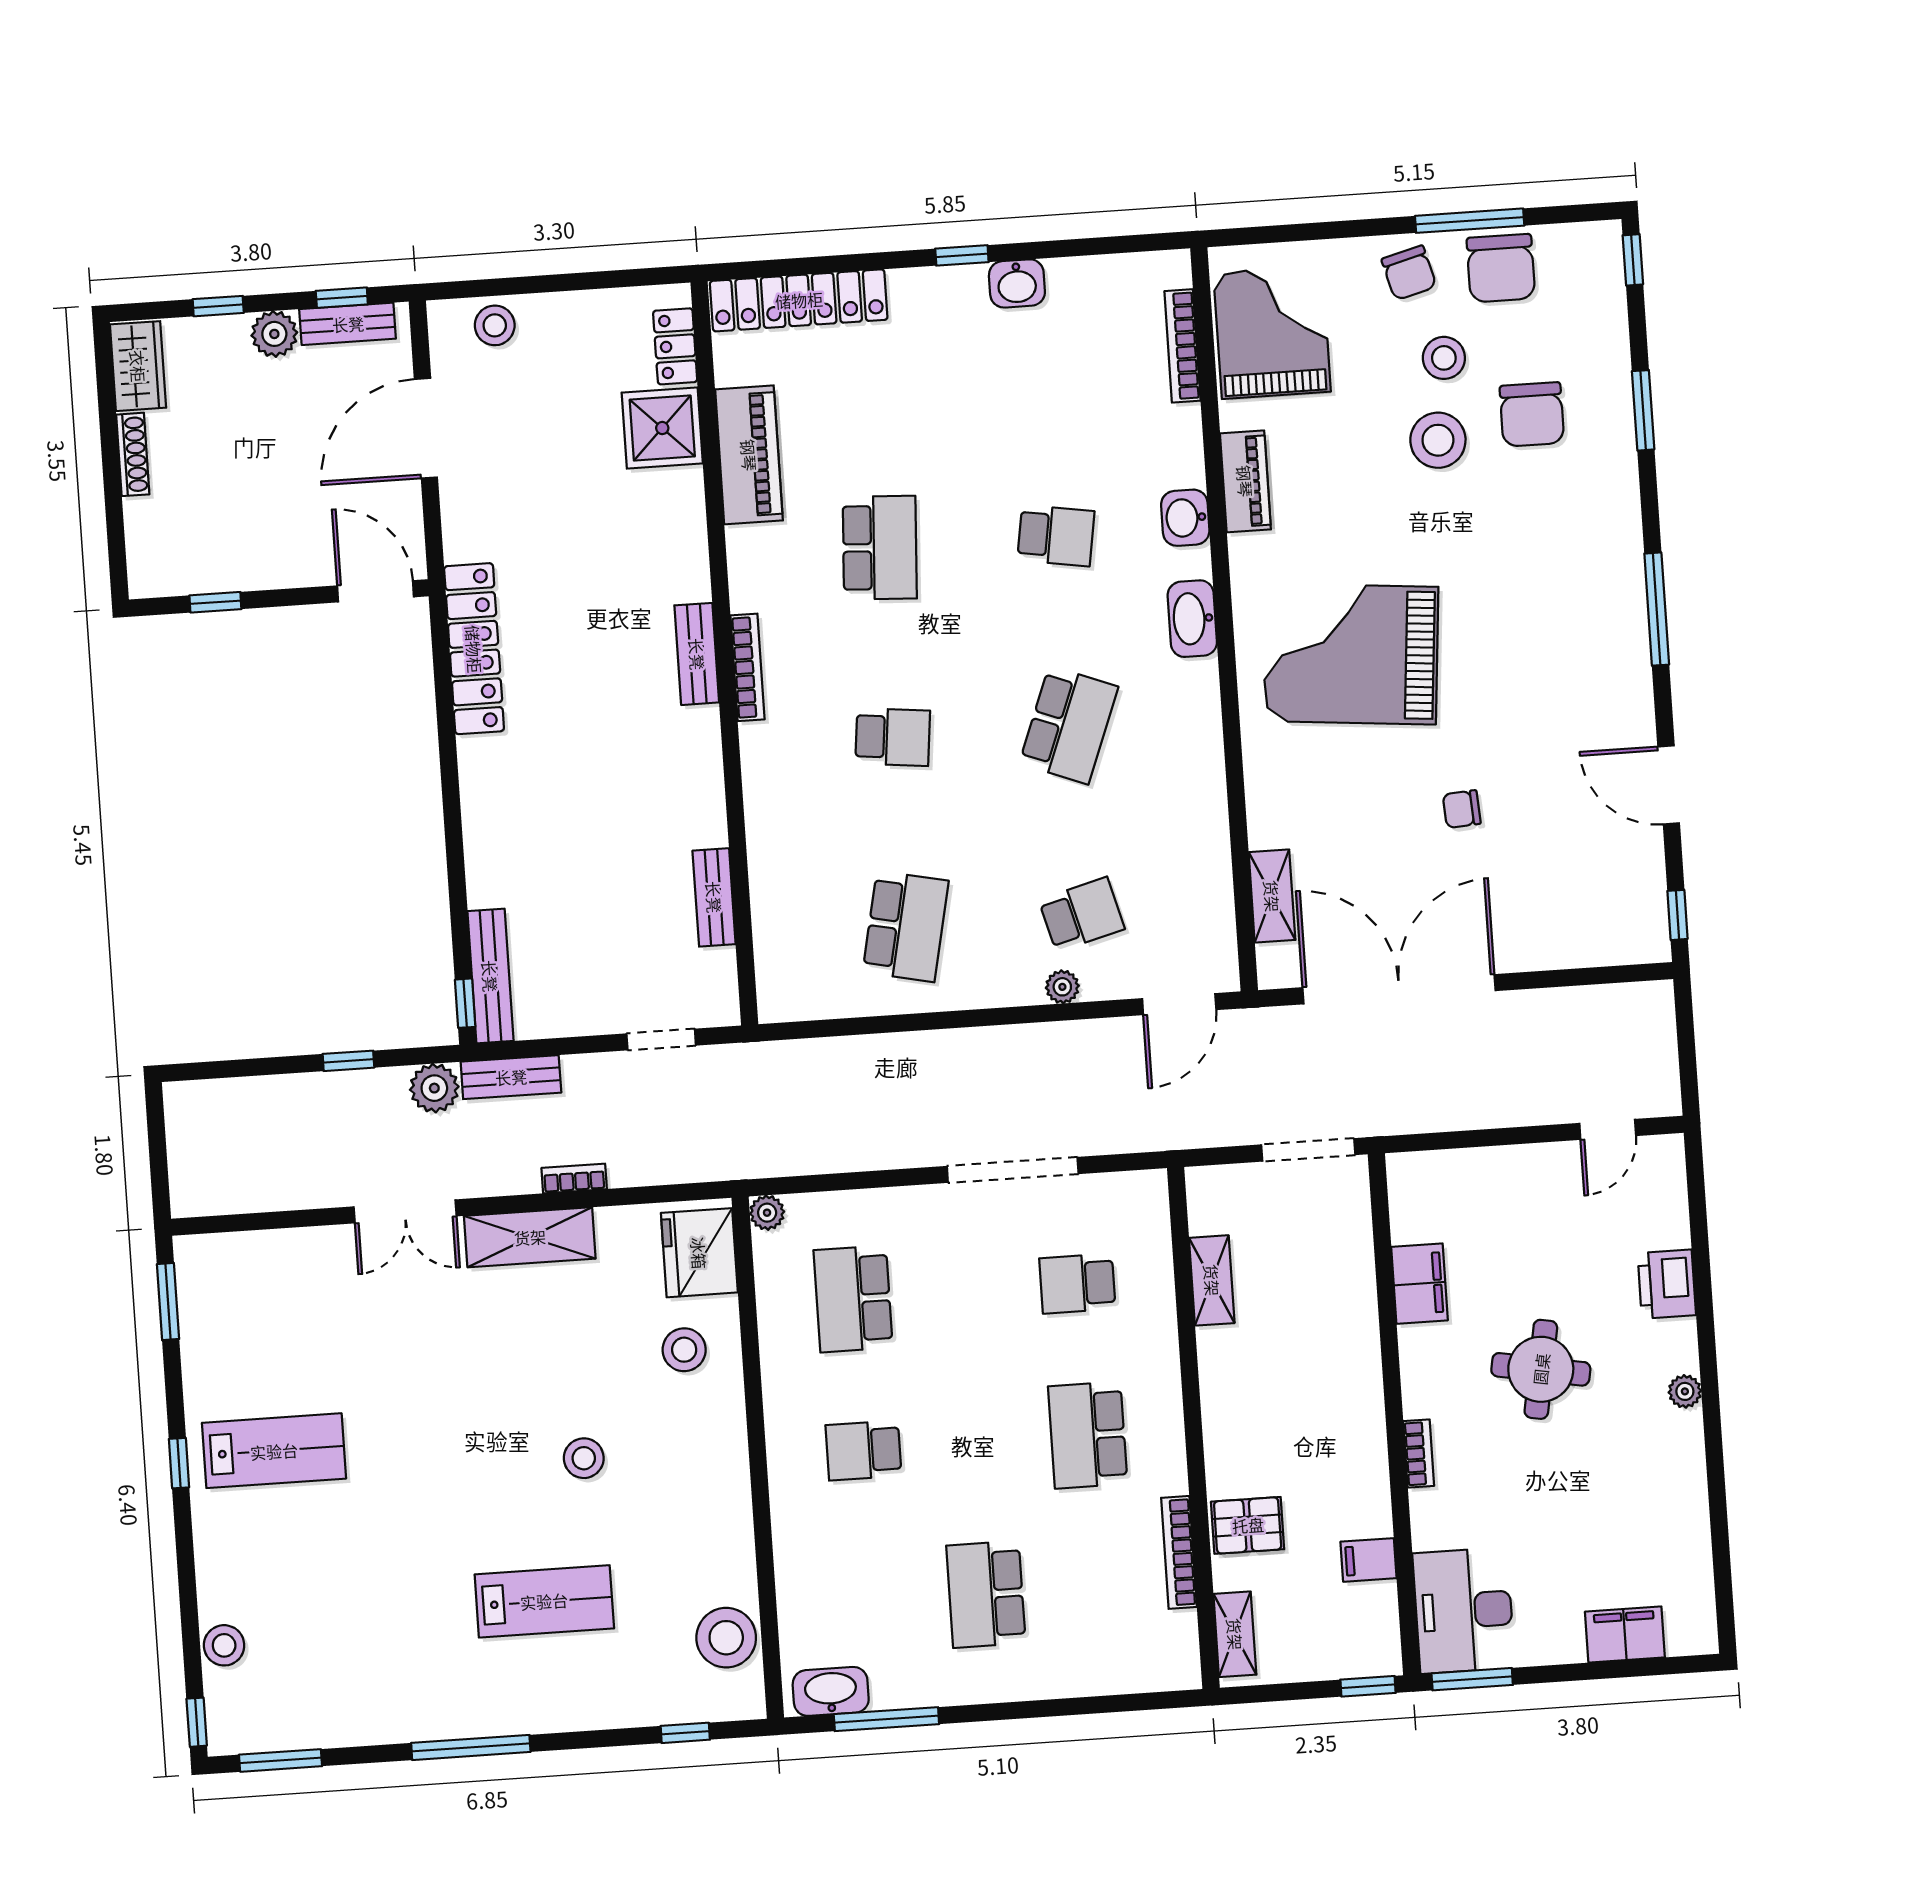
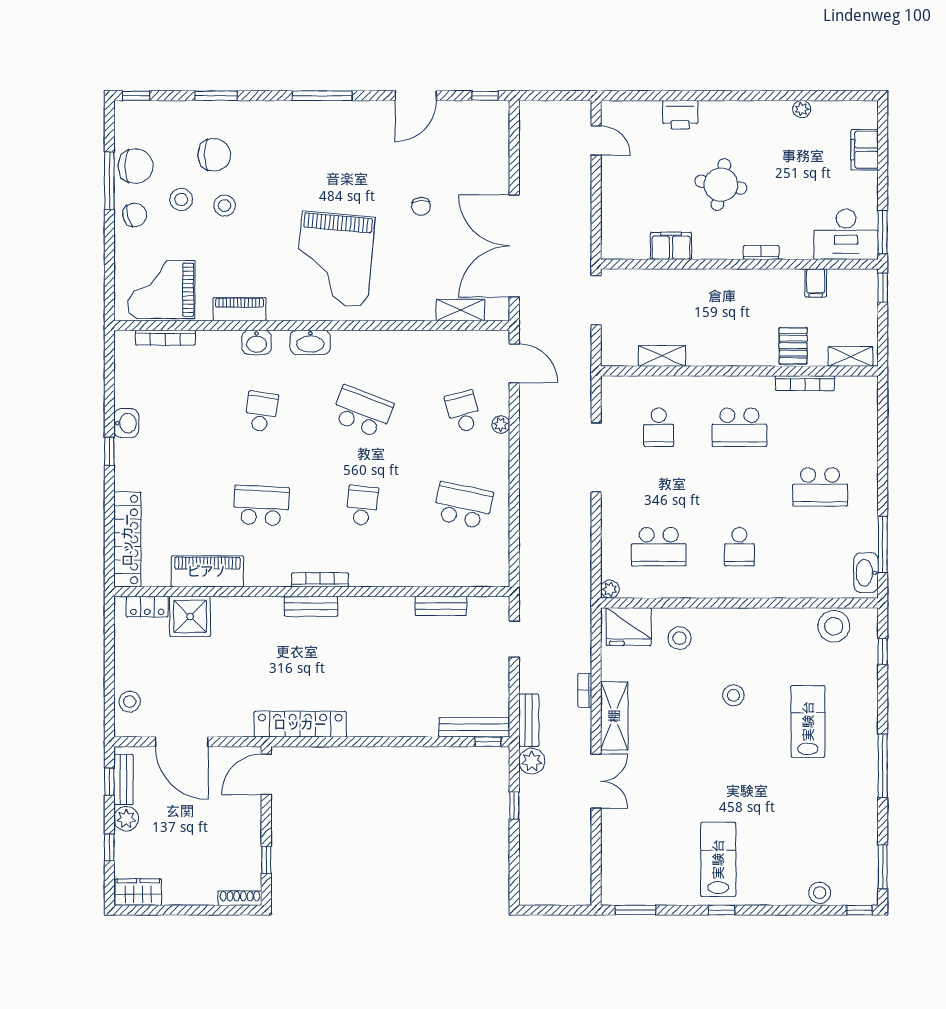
stool: (1438, 440) -> (225, 206), width x0.73, depth x0.73
shoe rack: (133, 454) -> (240, 898), moved
plant: (1685, 1391) -> (802, 109), moved

